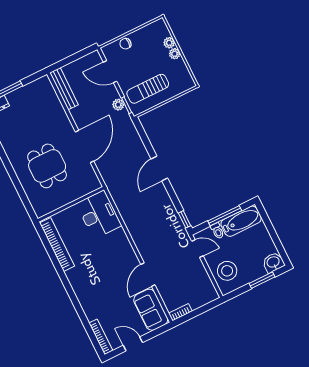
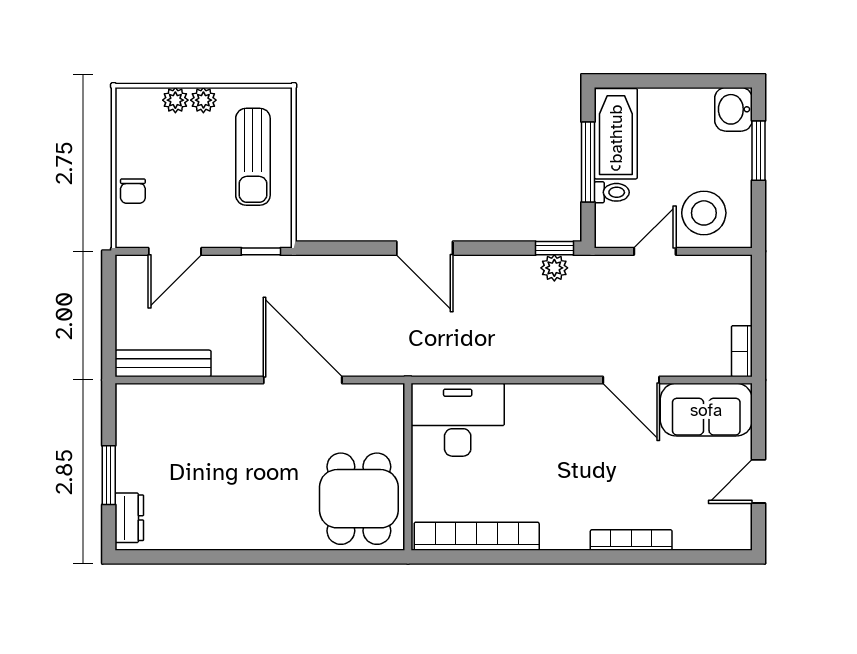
sun lounger: (148, 89) -> (253, 157), moved
plant: (118, 105) -> (554, 268), moved
dining table: (47, 166) -> (359, 499), moved, turned 90
door: (197, 249) -> (655, 251), moved
bookcase: (101, 337) -> (631, 540), moved

